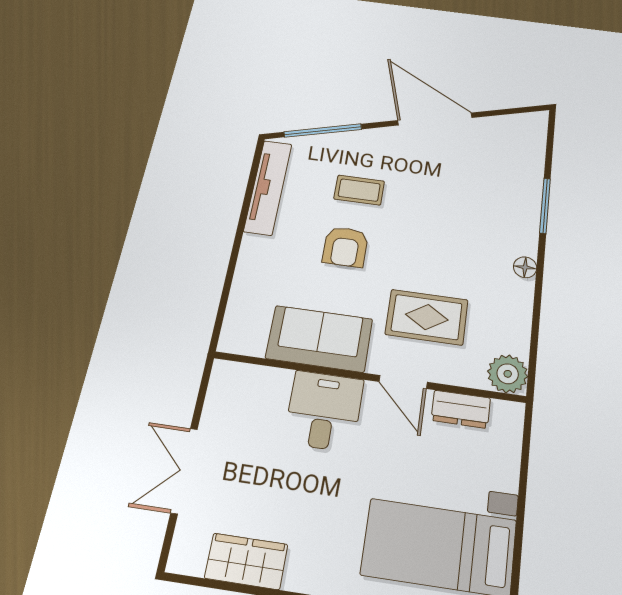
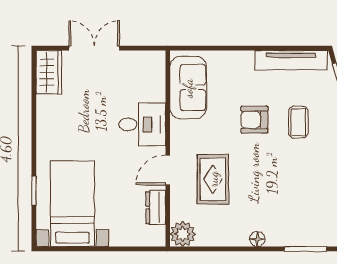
sofa: (319, 339) -> (188, 88), moved
wardrobe: (246, 561) -> (49, 72), moved

